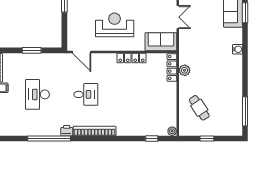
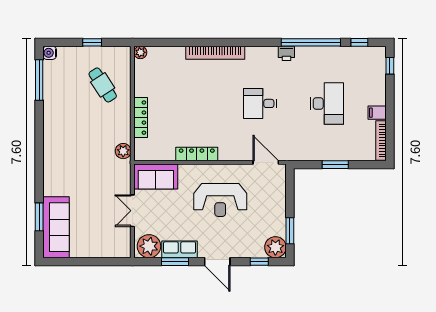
water cooler: (238, 49) -> (50, 53), moved
locker: (172, 68) -> (141, 118), moved
plant: (185, 70) -> (123, 151), moved
bookcase: (95, 131) -> (215, 53), moved
window: (152, 139) -> (359, 42), moved

